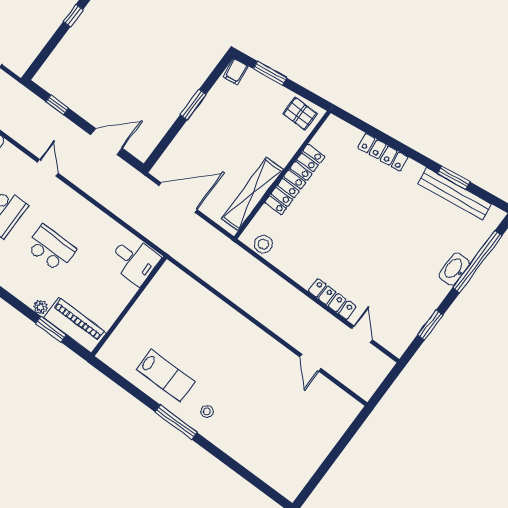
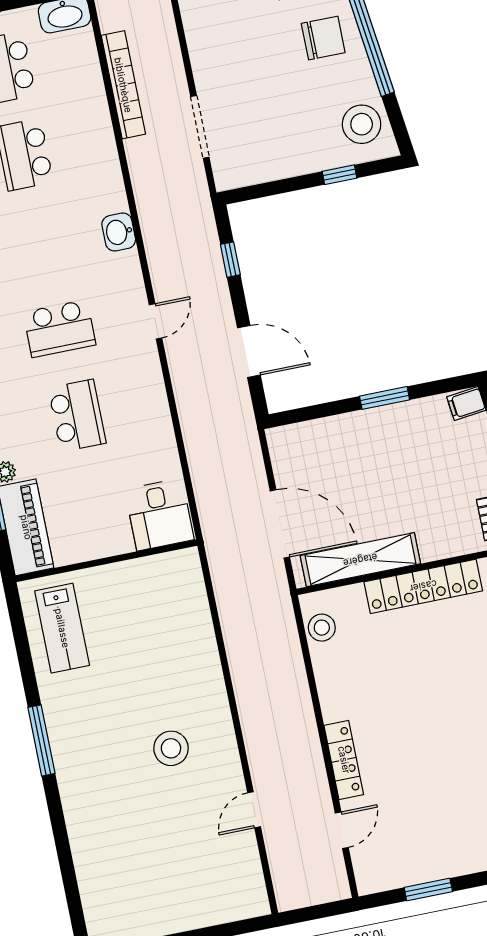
door: (178, 197) -> (280, 524), moved
lab bench: (165, 375) -> (62, 628), moved
stool: (207, 411) -> (171, 748), moved, width x1.89, depth x1.89

